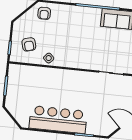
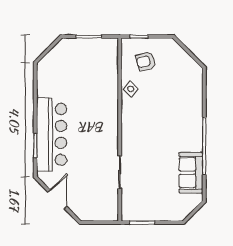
armchair: (44, 13) -> (189, 77), removed
bar counter: (58, 120) -> (52, 134), moved

